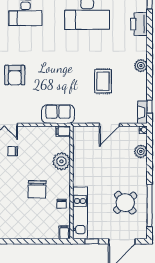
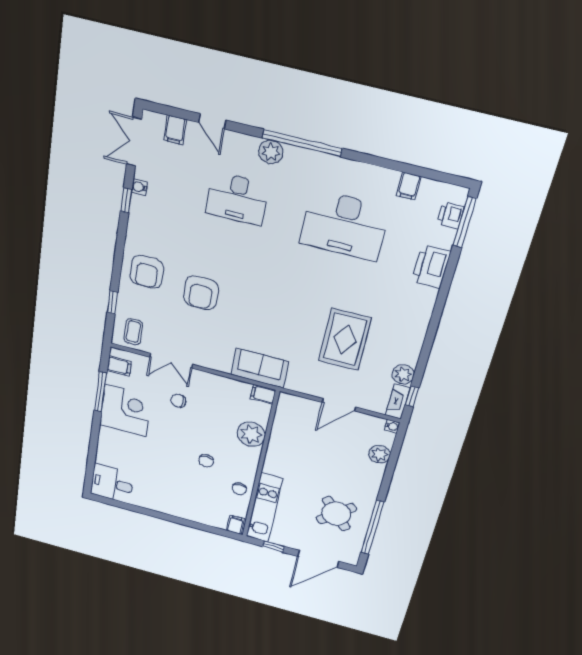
plant: (141, 66) -> (403, 374), moved
rug: (103, 81) -> (345, 340), width x1.36, depth x1.43
chair: (37, 189) -> (206, 461), width x0.54, depth x0.54

